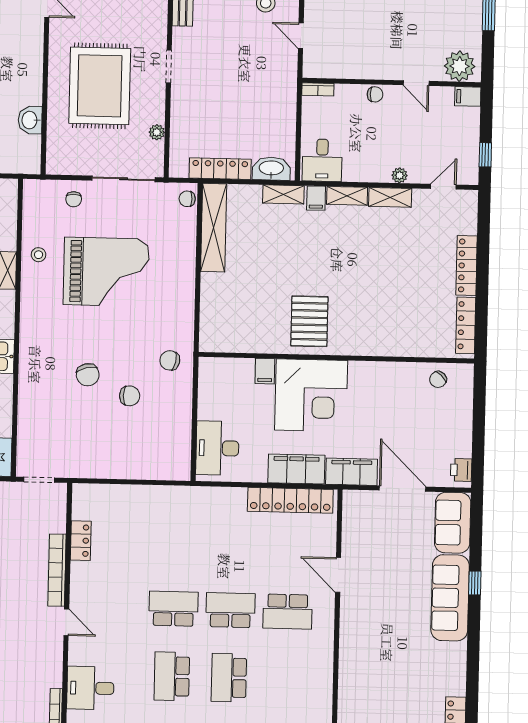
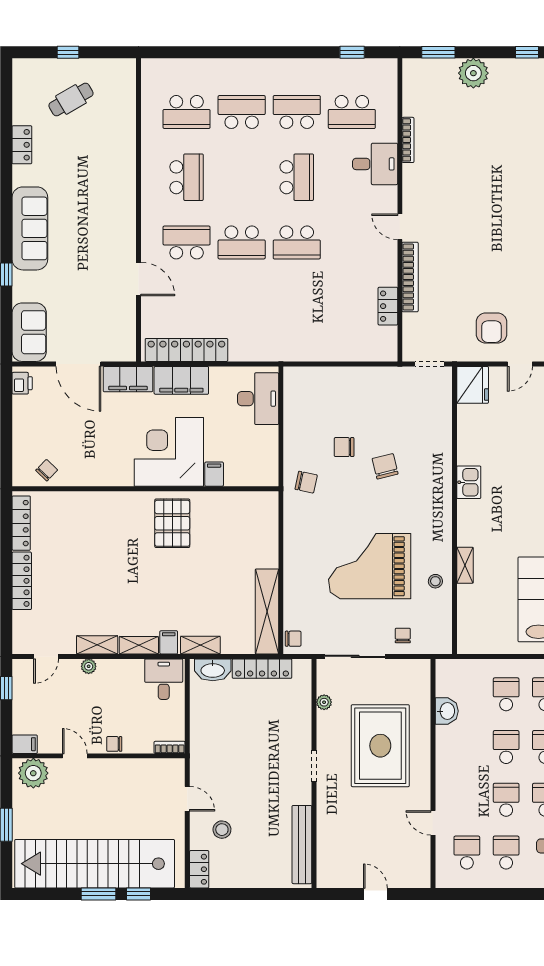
sofa: (450, 598) -> (30, 228), moved
school desk: (229, 678) -> (187, 177), moved

